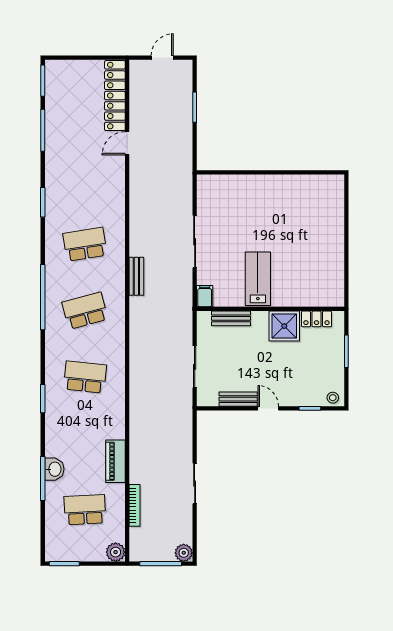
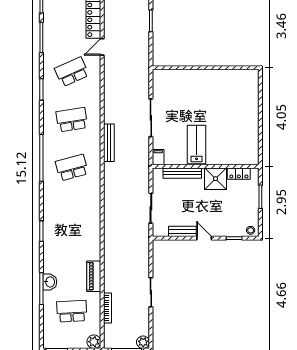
bench: (136, 276) -> (109, 143), width x1.36
bench: (231, 318) -> (182, 173), width x1.36
school desk: (85, 377) -> (72, 72), moved, turned -30

